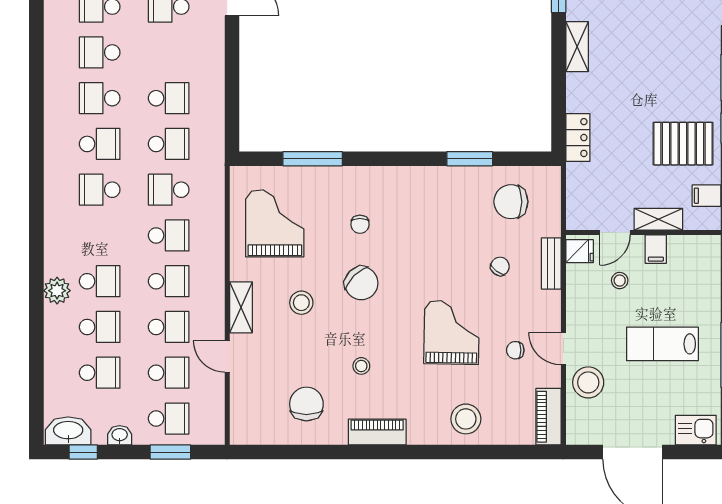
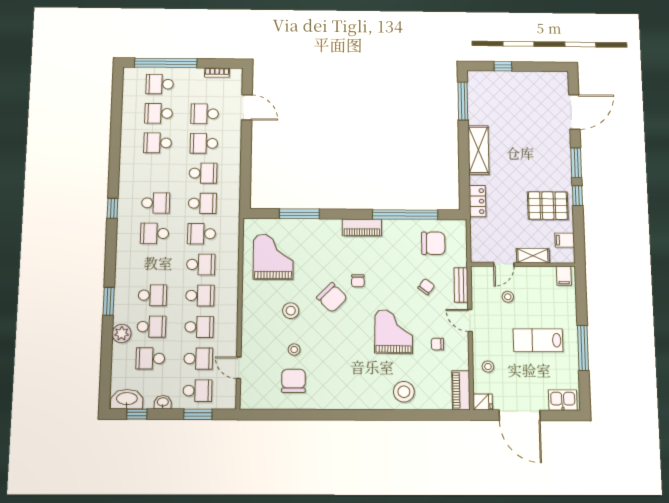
shelving: (577, 47) -> (478, 150), width x1.50, depth x1.33
school desk: (100, 98) -> (204, 143), moved
window: (36, 153) -> (112, 208), added
window: (470, 159) -> (405, 214), width x2.11
chair: (511, 202) -> (433, 243), turned 180
chair: (360, 224) -> (358, 281), moved
filing cabinet: (656, 249) -> (564, 276), moved
fridge: (580, 251) -> (483, 402), moved
window: (36, 291) -> (109, 301), added
plant: (57, 291) -> (122, 333), moved
shelving: (241, 307) -> (249, 314), removed
door: (563, 349) -> (470, 320), moved
door: (227, 356) -> (239, 368), moved
stool: (361, 366) -> (294, 350), moved
school desk: (100, 373) -> (150, 358), turned 180
stool: (588, 382) -> (488, 367), width x0.53, depth x0.53
piano: (377, 432) -> (362, 227), moved, turned 180

